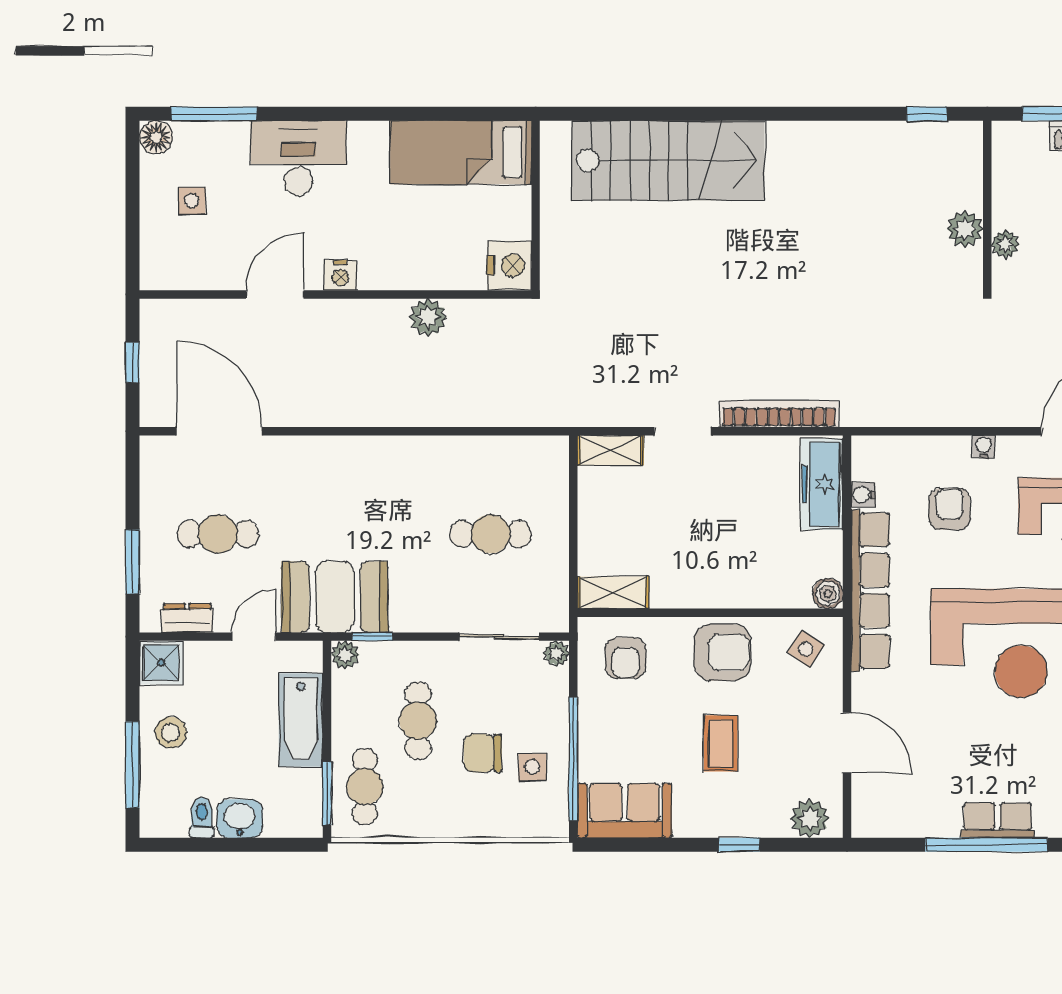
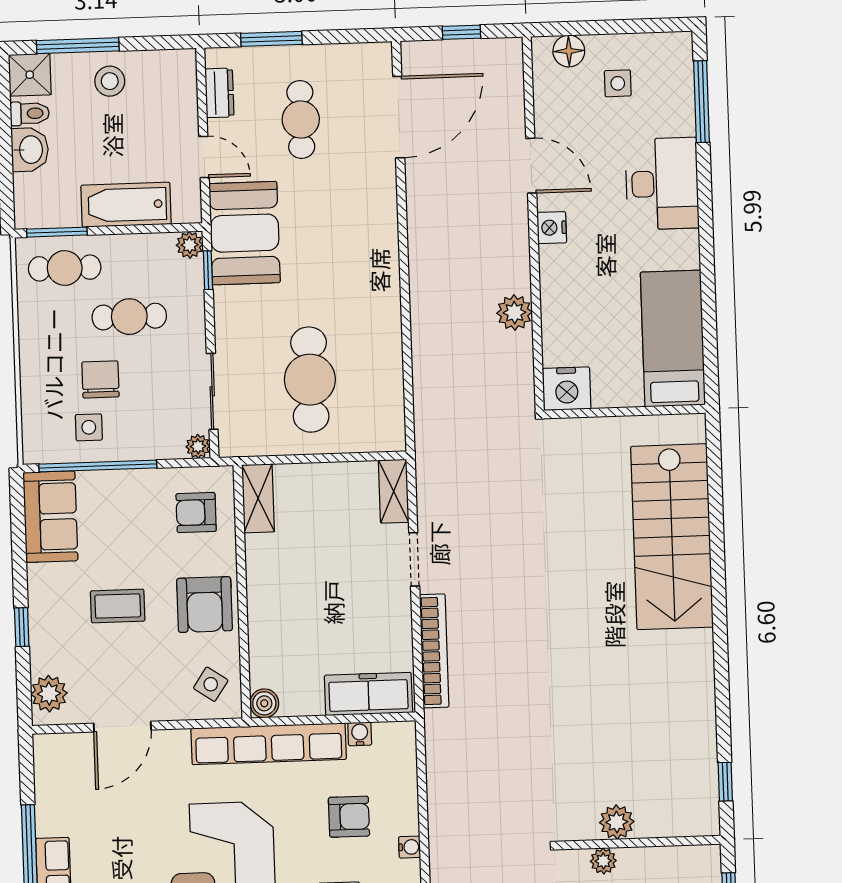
floor lamp: (156, 137) -> (569, 51), moved
cafe table: (491, 534) -> (310, 380), width x1.37, depth x1.35
shower: (161, 663) -> (30, 75), moved

